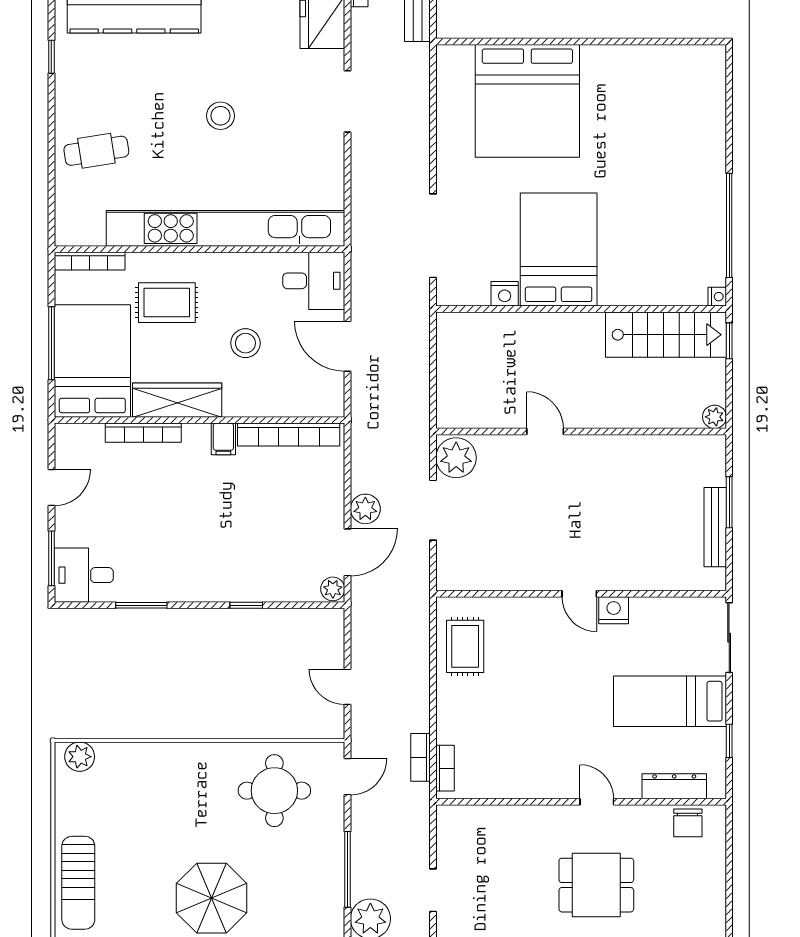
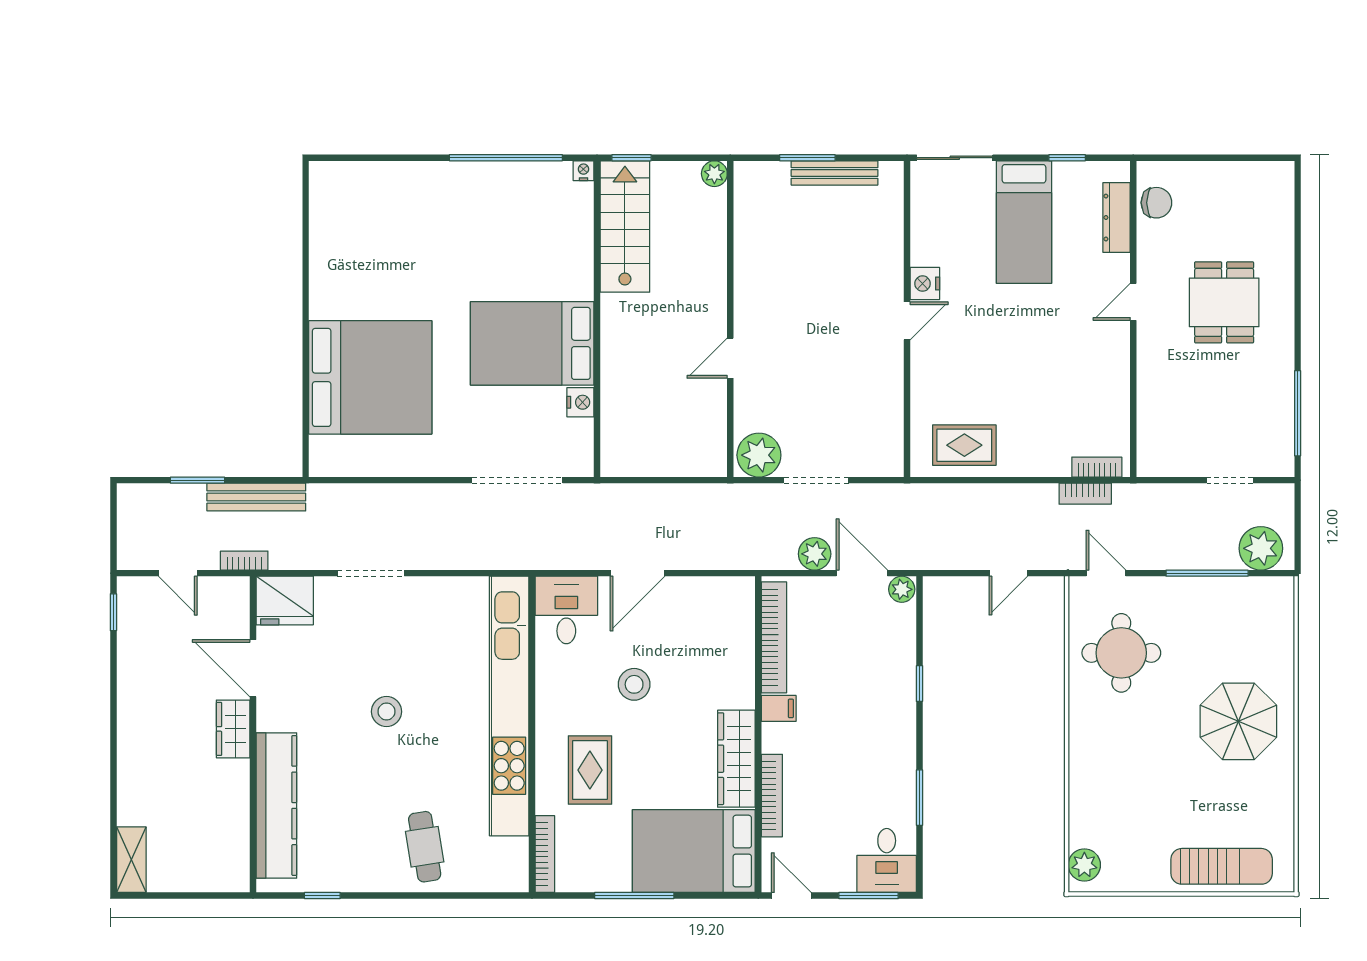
bed: (92, 361) -> (694, 851), moved
wardrobe: (177, 400) -> (736, 759), moved
wall: (200, 420) -> (758, 734), moved
bookcase: (143, 433) -> (772, 796), moved
bookcase: (289, 435) -> (774, 637), moved
filing cabinet: (223, 439) -> (779, 708), moved

